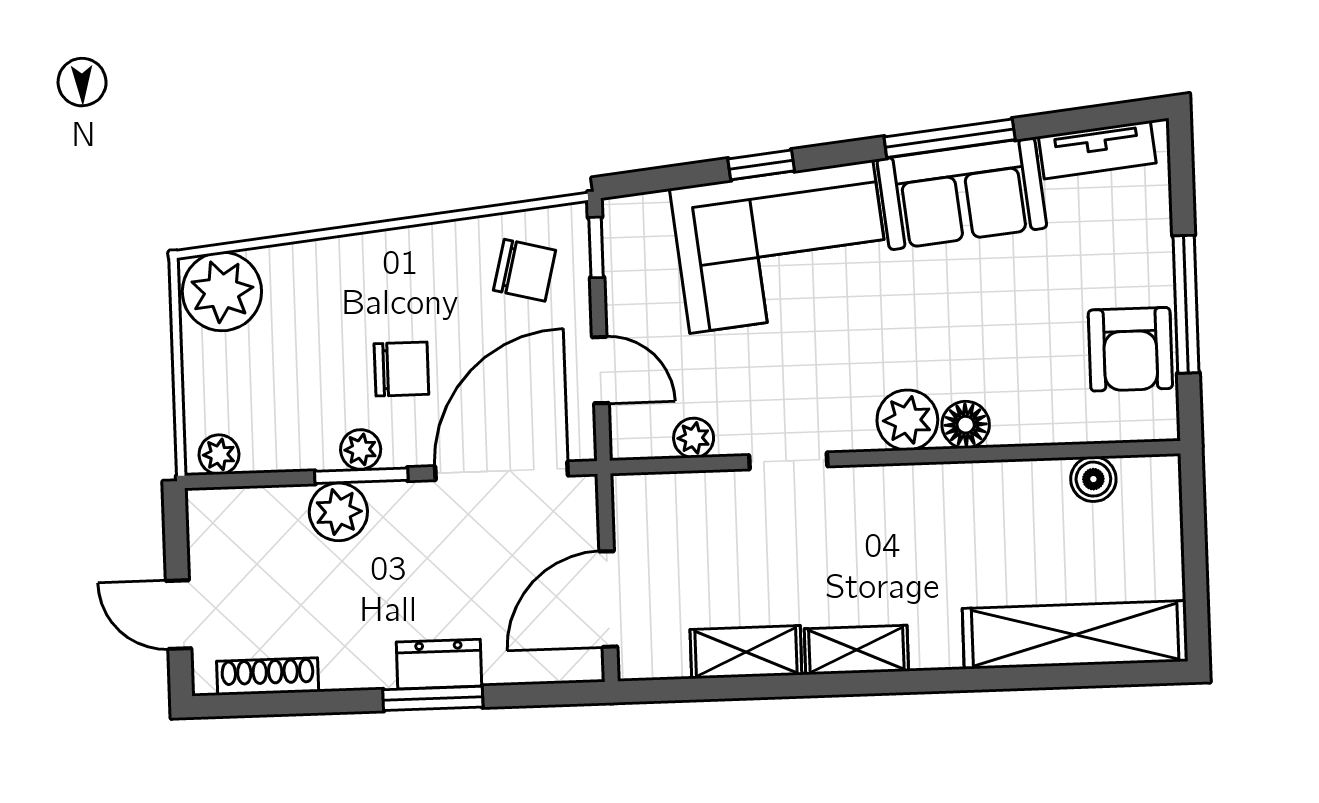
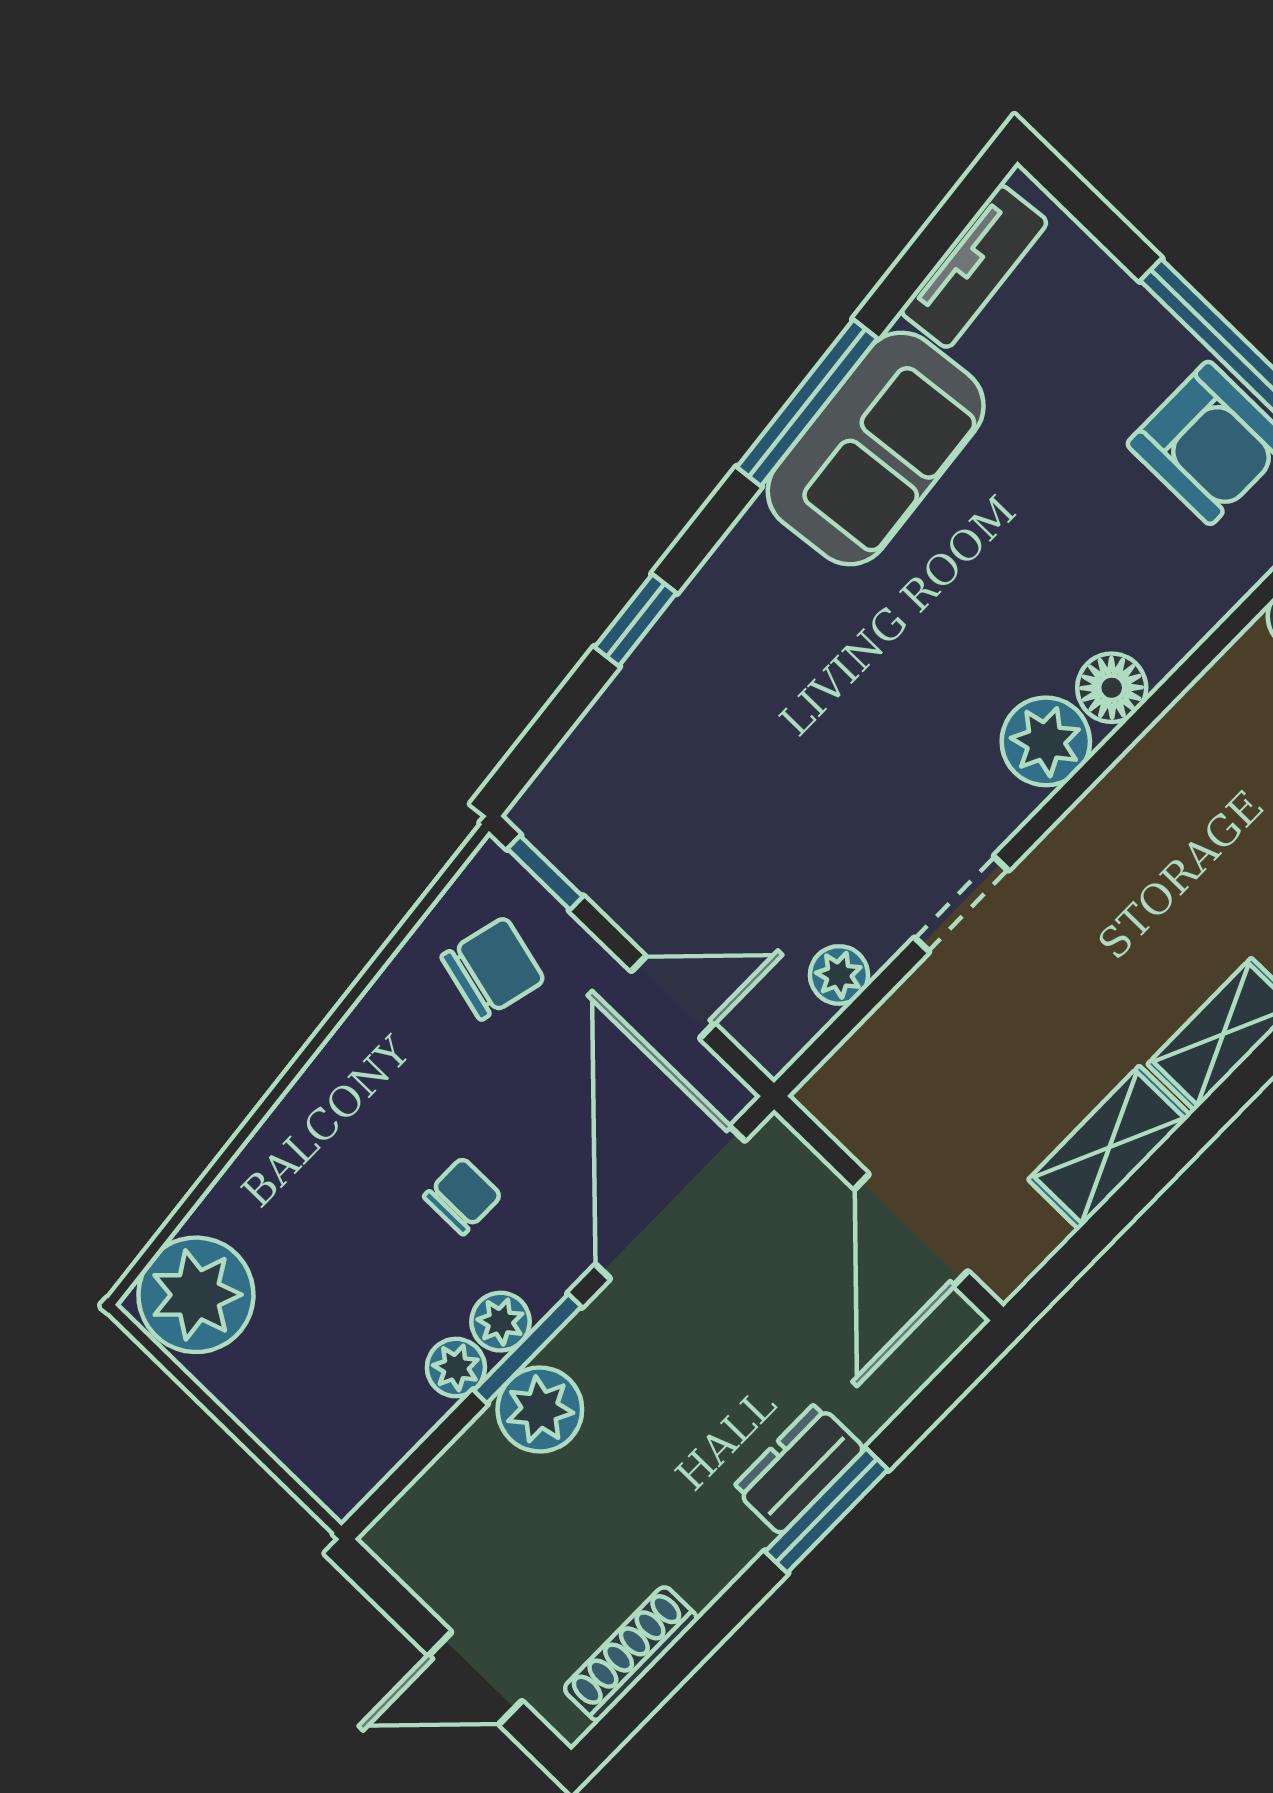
corner sofa: (781, 247) -> (739, 686), removed
chair: (401, 369) -> (463, 1196), width x0.73, depth x0.73
plant: (219, 455) -> (456, 1368), moved

